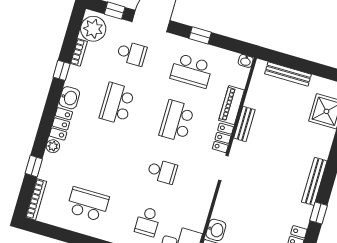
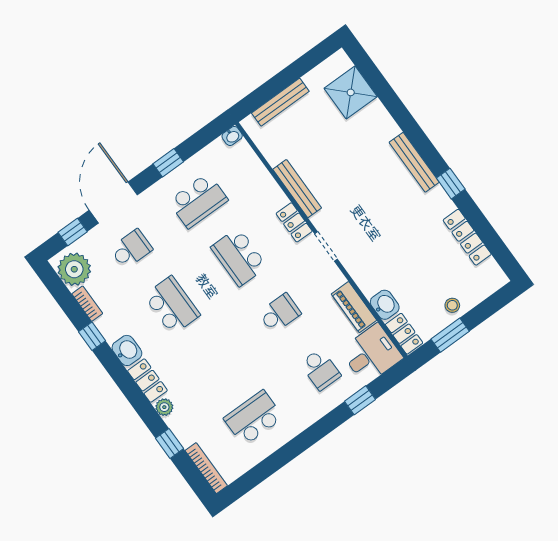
school desk: (117, 104) -> (172, 305), turned 180
piano: (232, 105) -> (354, 307), moved
bench: (244, 124) -> (297, 189), width x1.36

